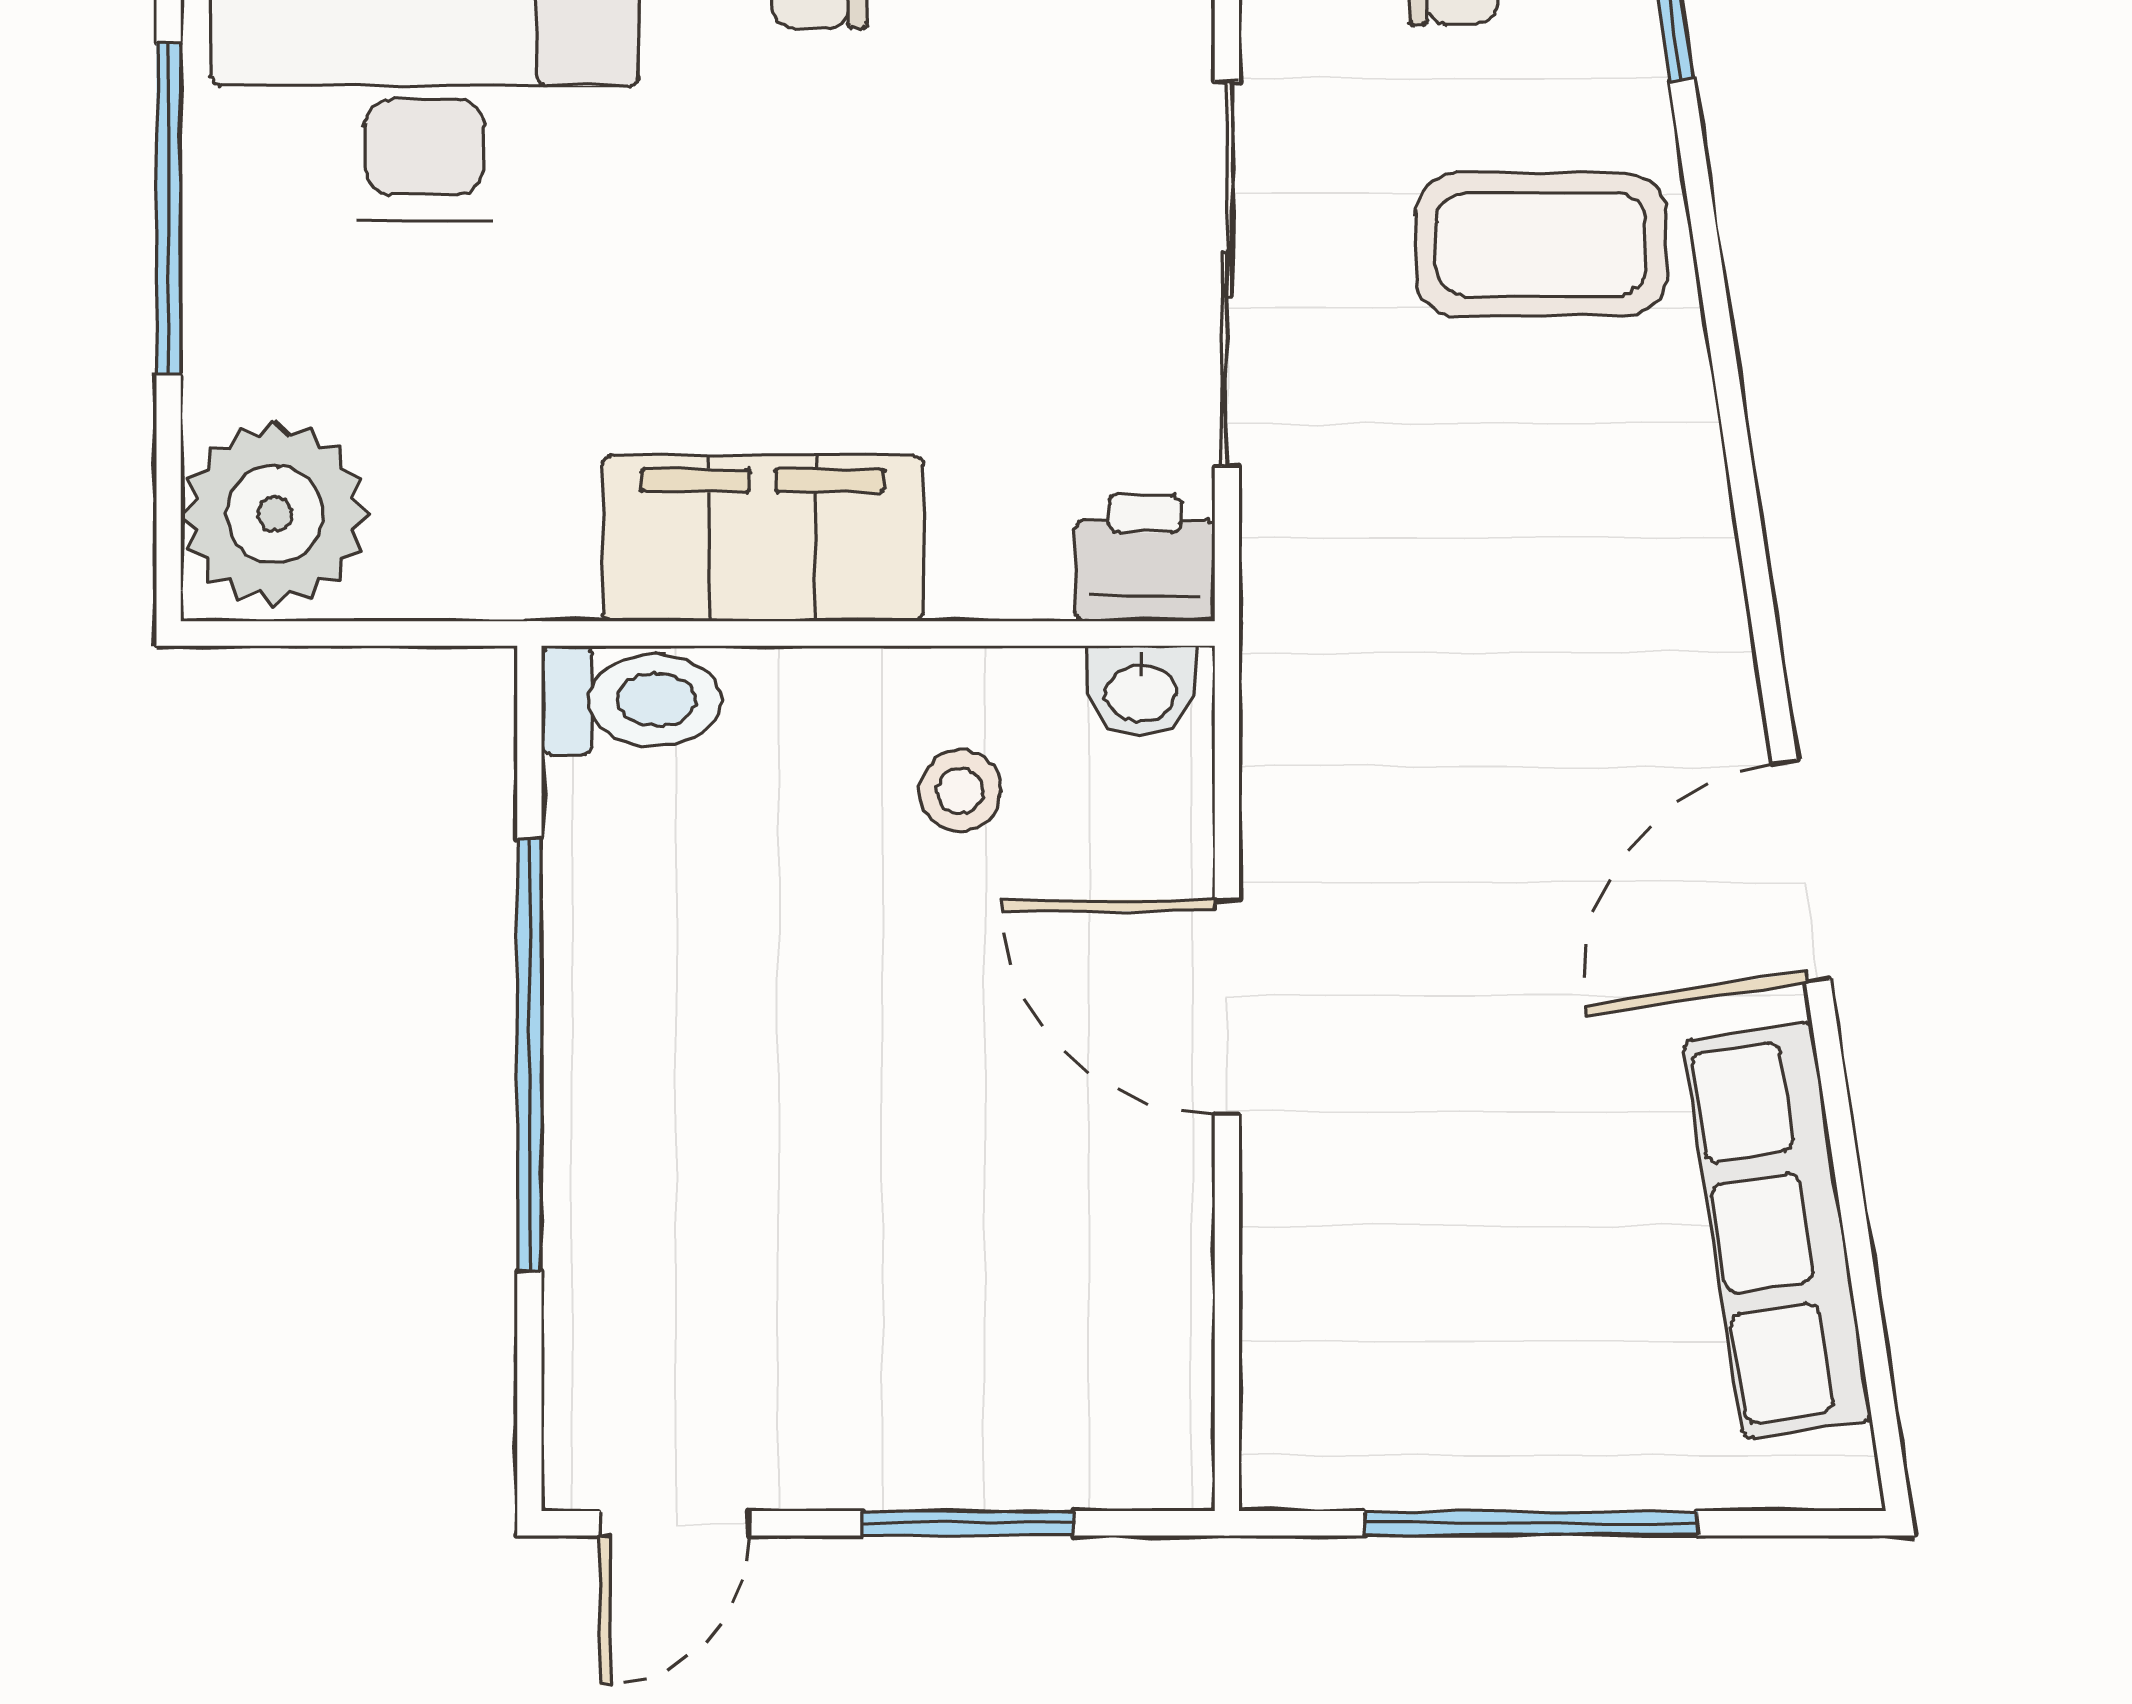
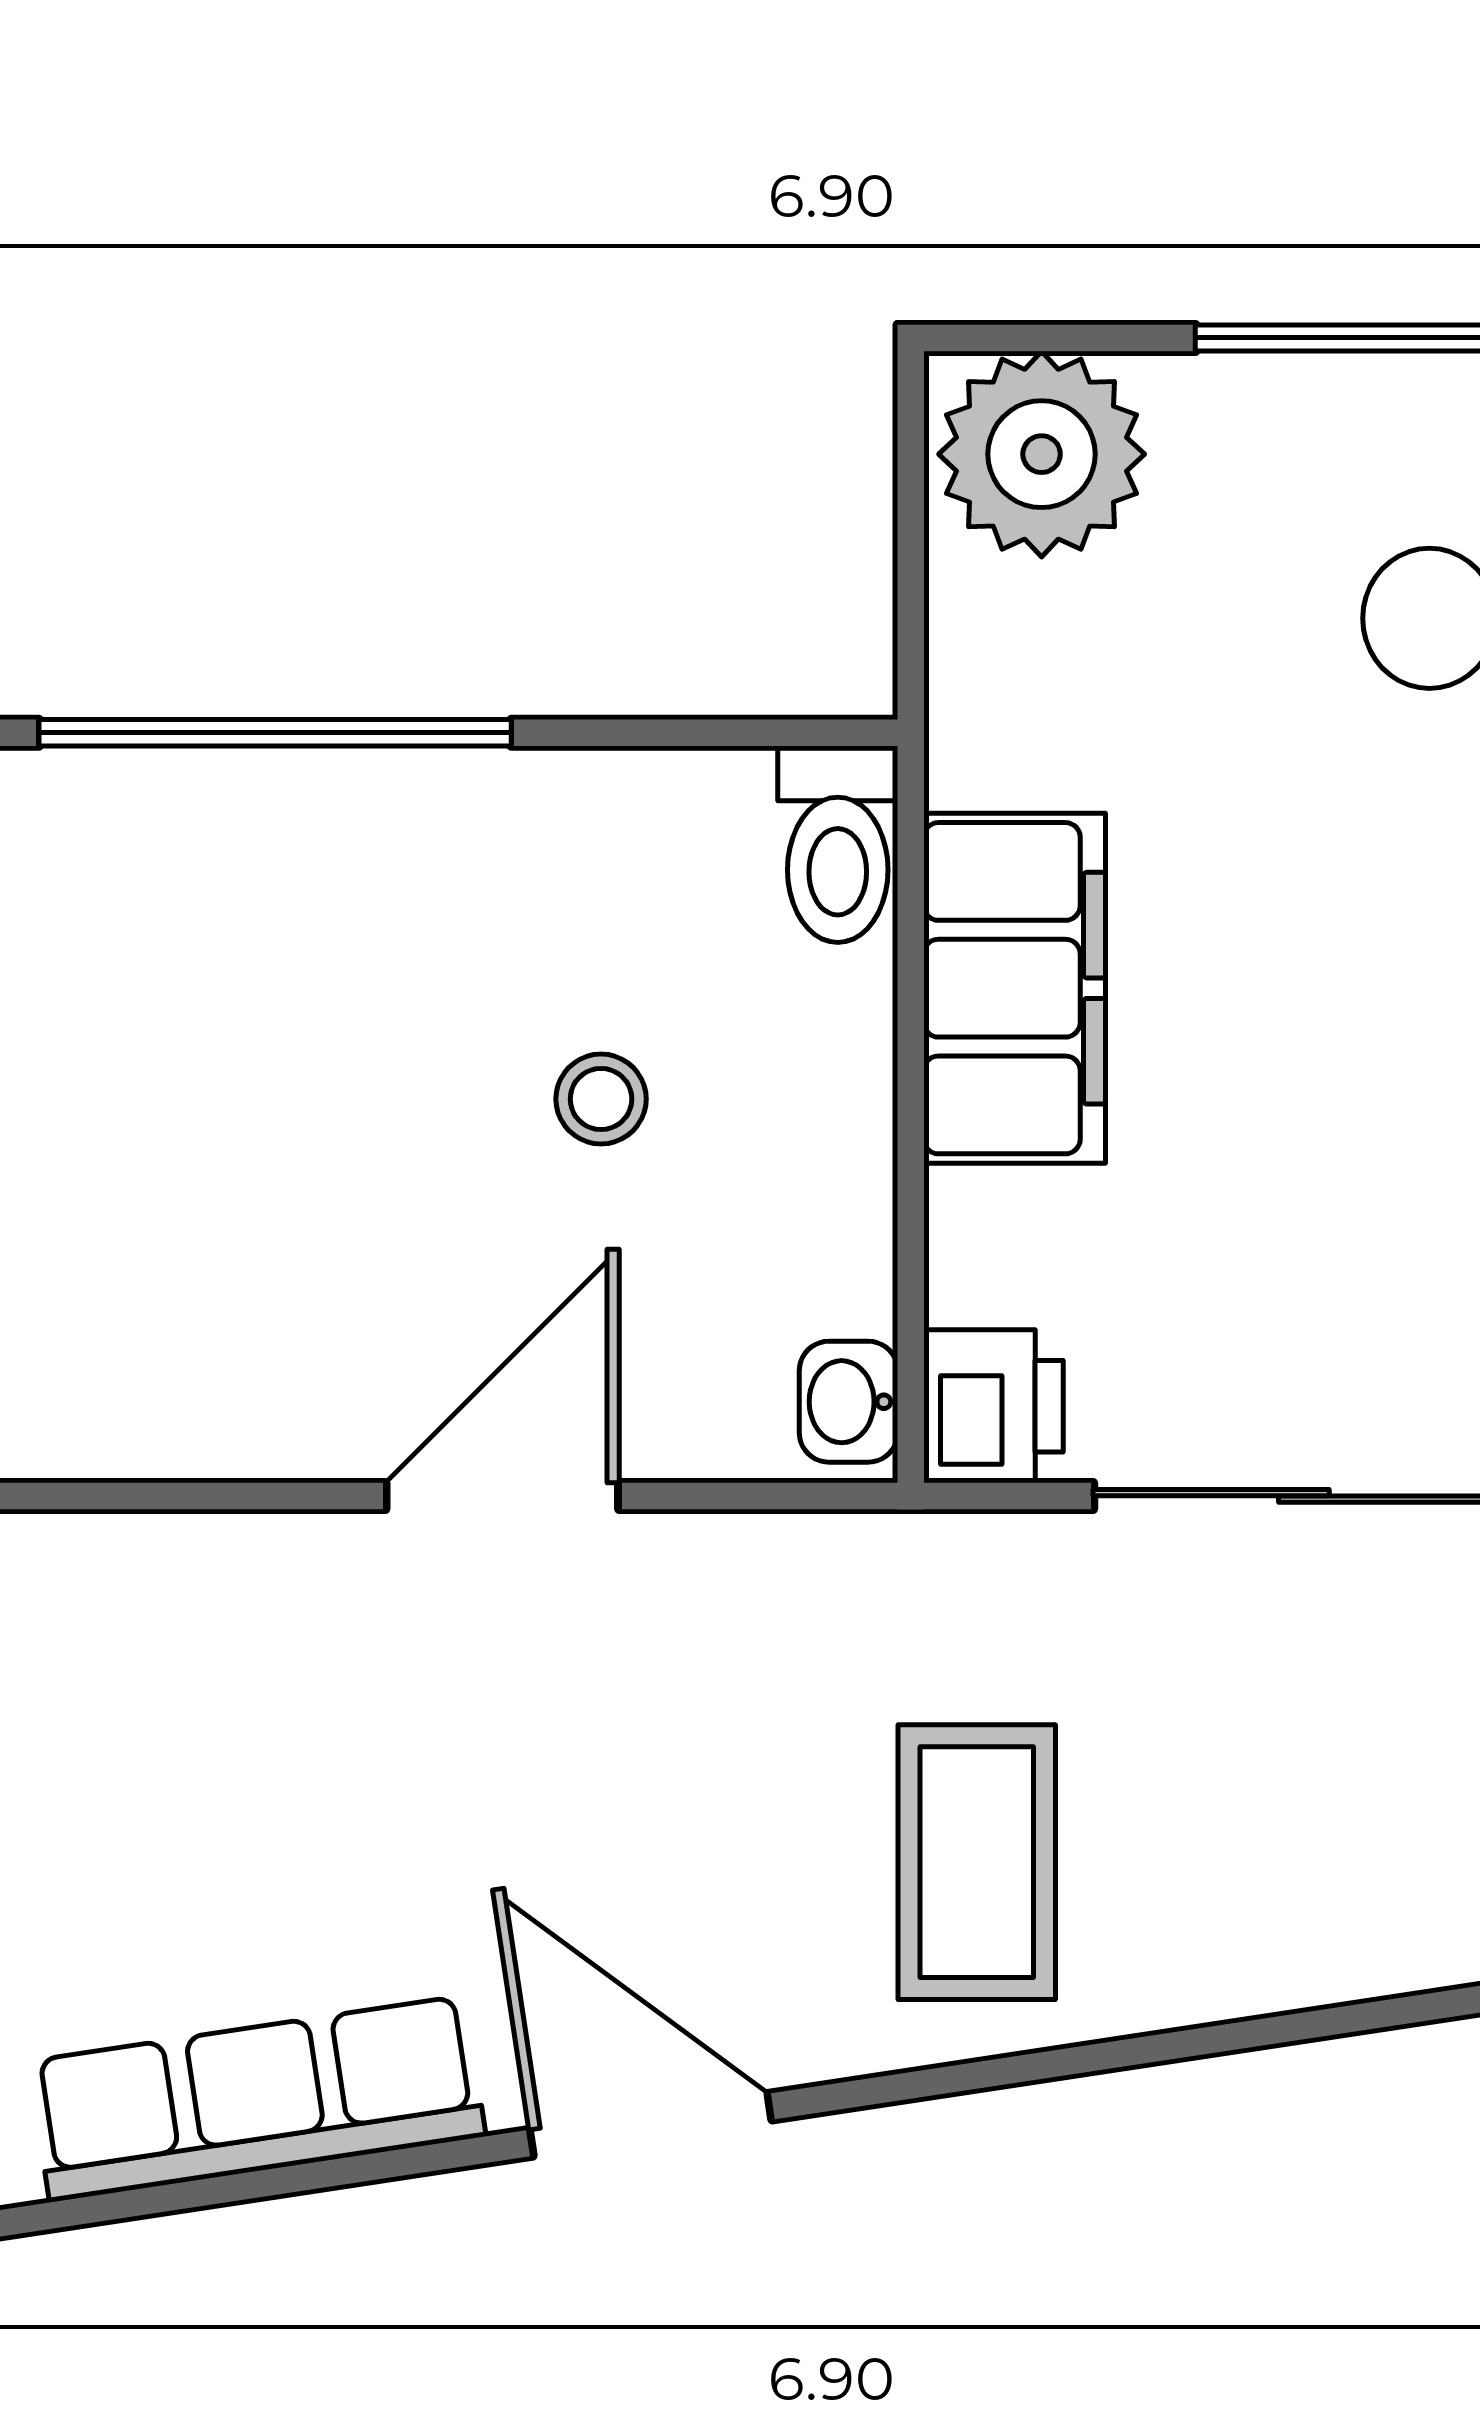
coffee table: (1541, 244) -> (977, 1862), moved
stool: (960, 791) -> (601, 1099), moved
window: (529, 1054) -> (275, 733), moved

